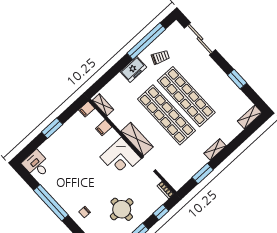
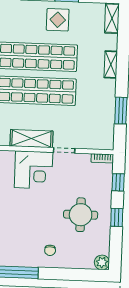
display table: (218, 87) -> (58, 20), added
shelving: (215, 150) -> (111, 64), moved

